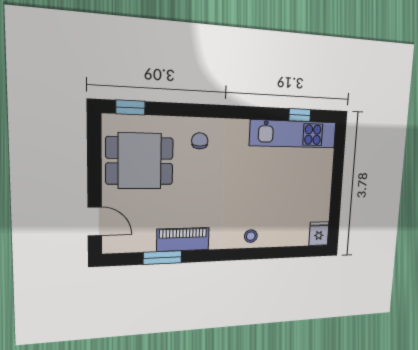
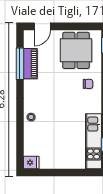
piano: (183, 239) -> (30, 64), moved
window: (163, 258) -> (20, 64), width x1.44

